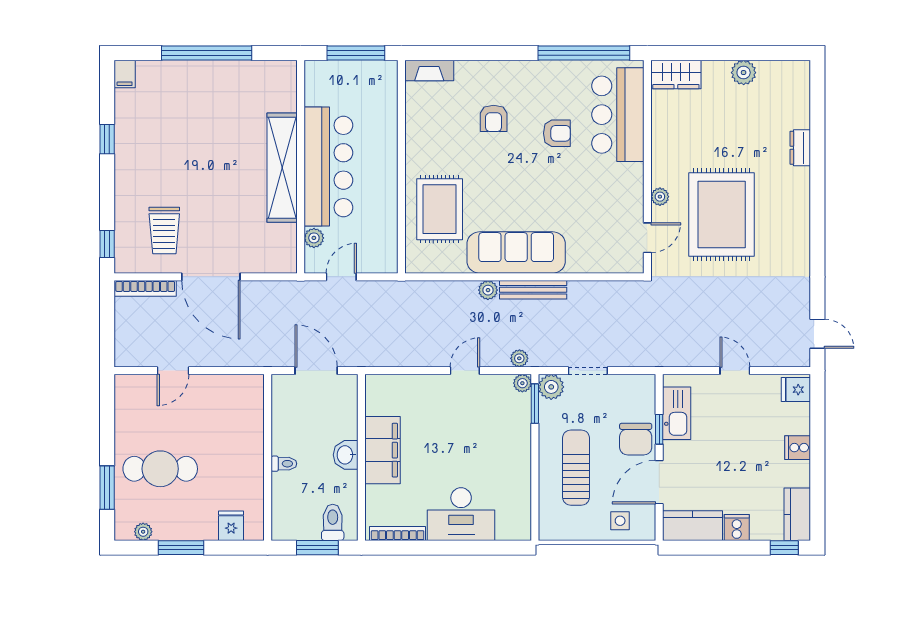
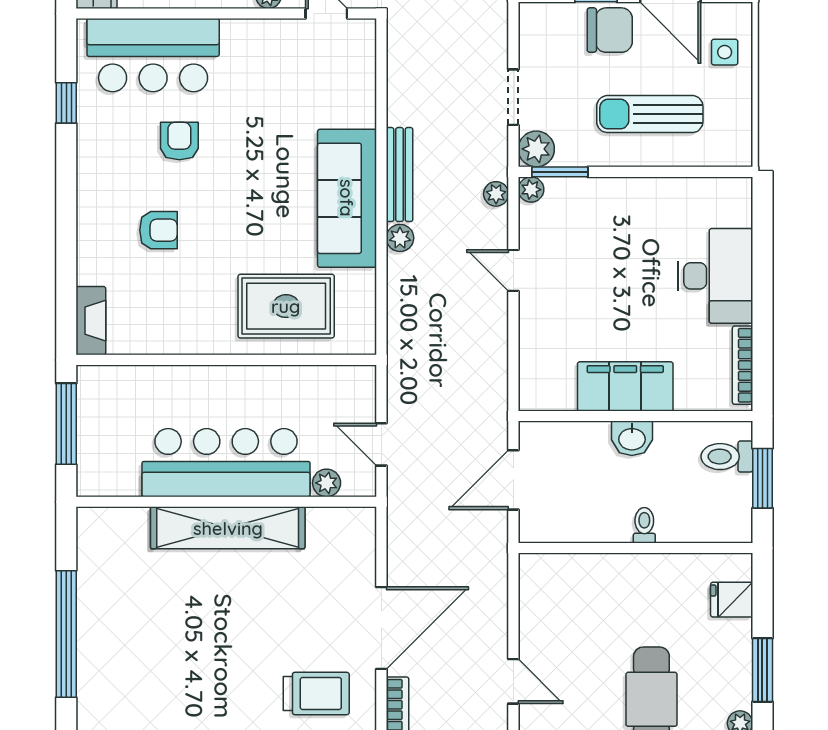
window: (584, 53) -> (66, 103), width x0.32

